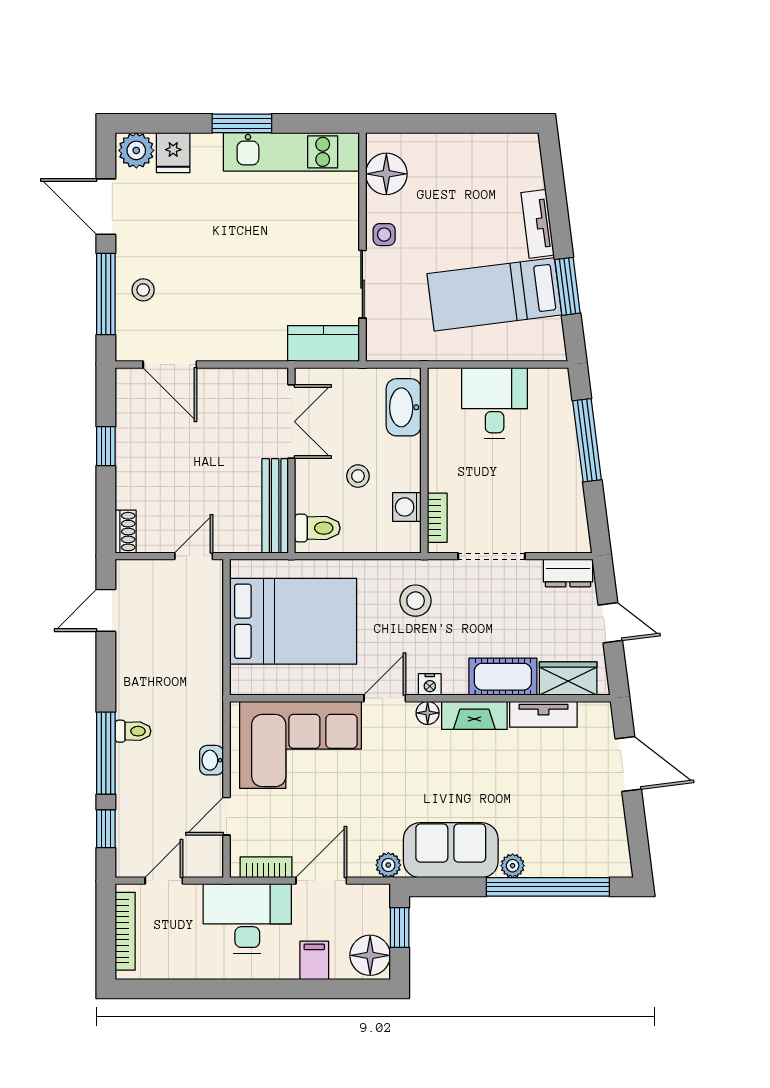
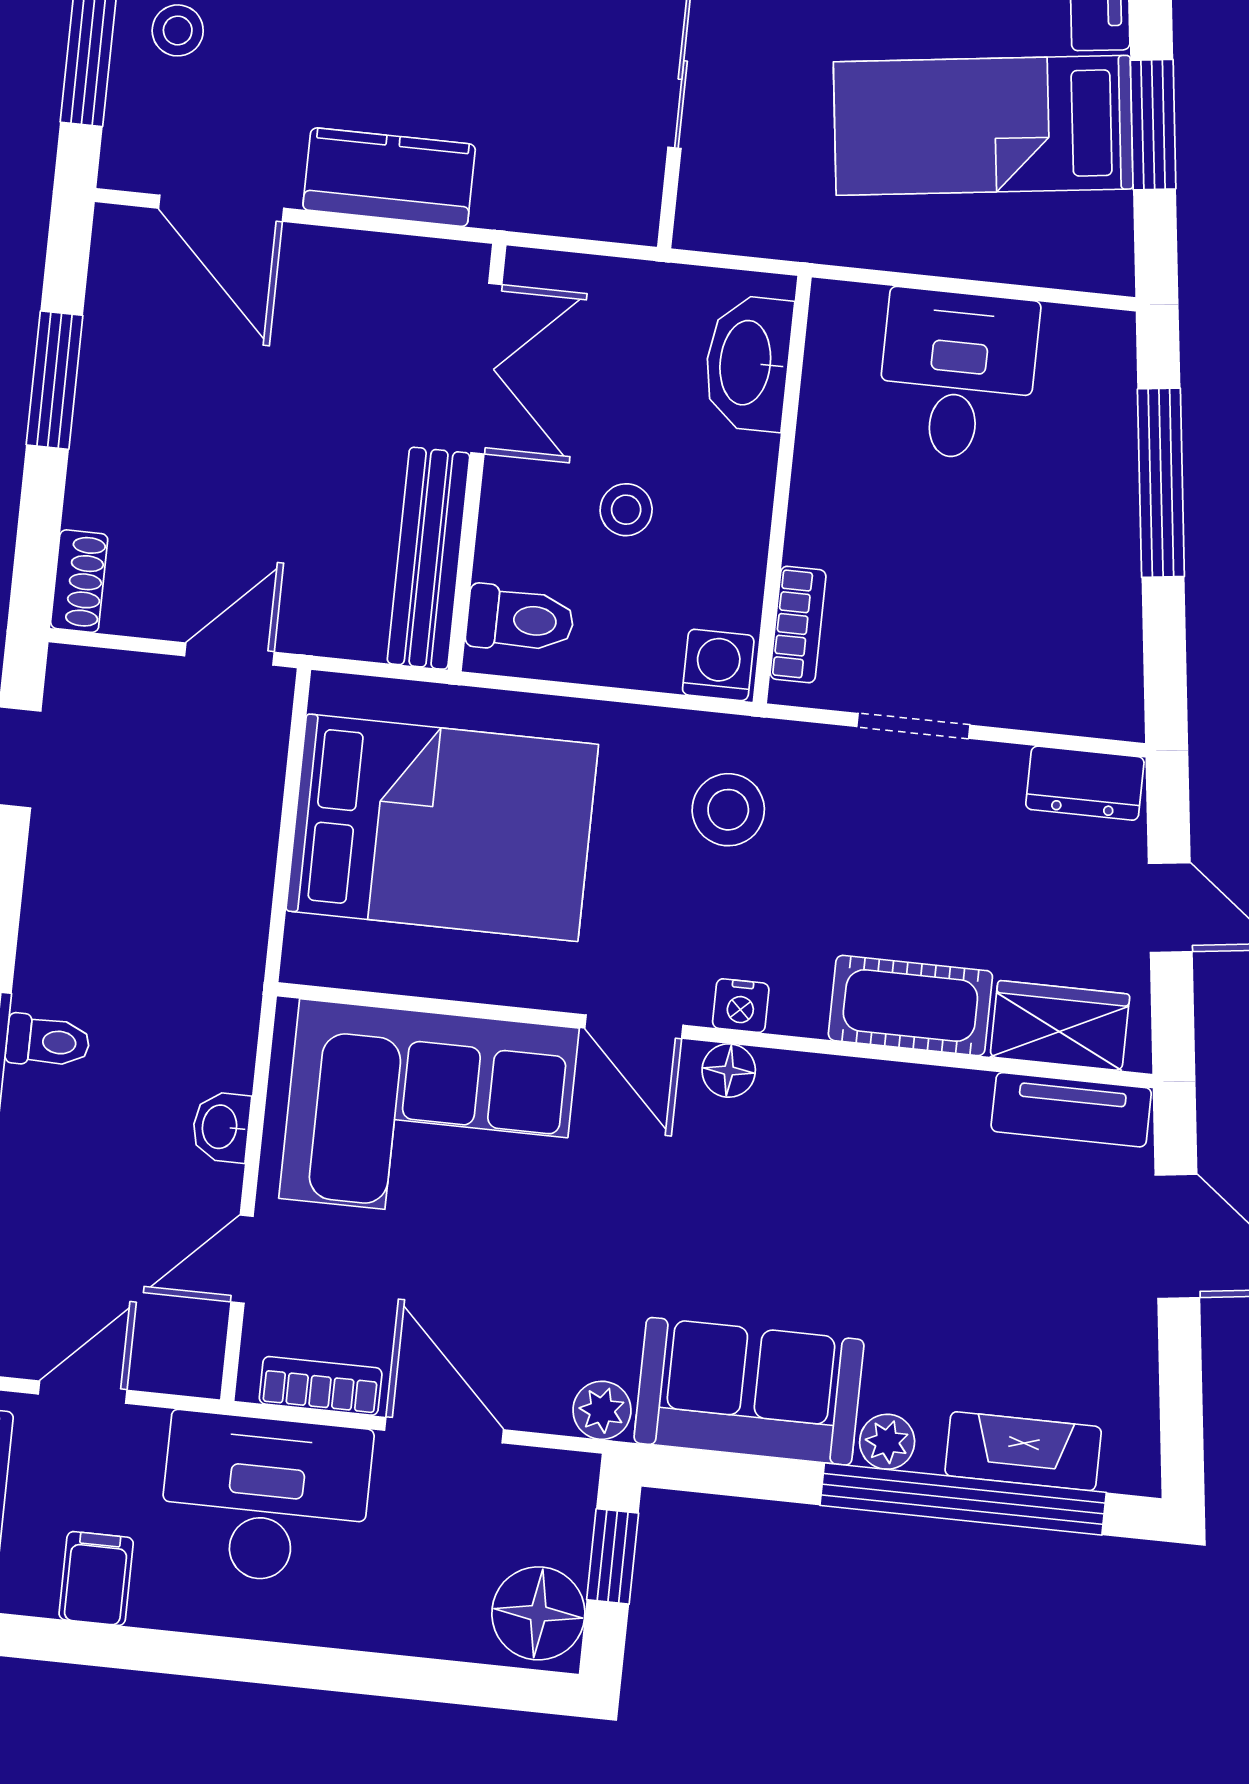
kitchen counter: (323, 343) -> (389, 177), moved
window: (106, 446) -> (55, 380), width x1.50
washing machine: (407, 507) -> (718, 665), moved, turned 90
doorway: (491, 556) -> (913, 726), width x0.73
door: (385, 698) -> (634, 1027), swing flipped
tv unit: (543, 714) -> (1071, 1110), moved
fireplace: (474, 715) -> (1023, 1451), moved, turned 180
door: (321, 881) -> (444, 1430), hinge flipped
filing cabinet: (314, 960) -> (96, 1579), moved

